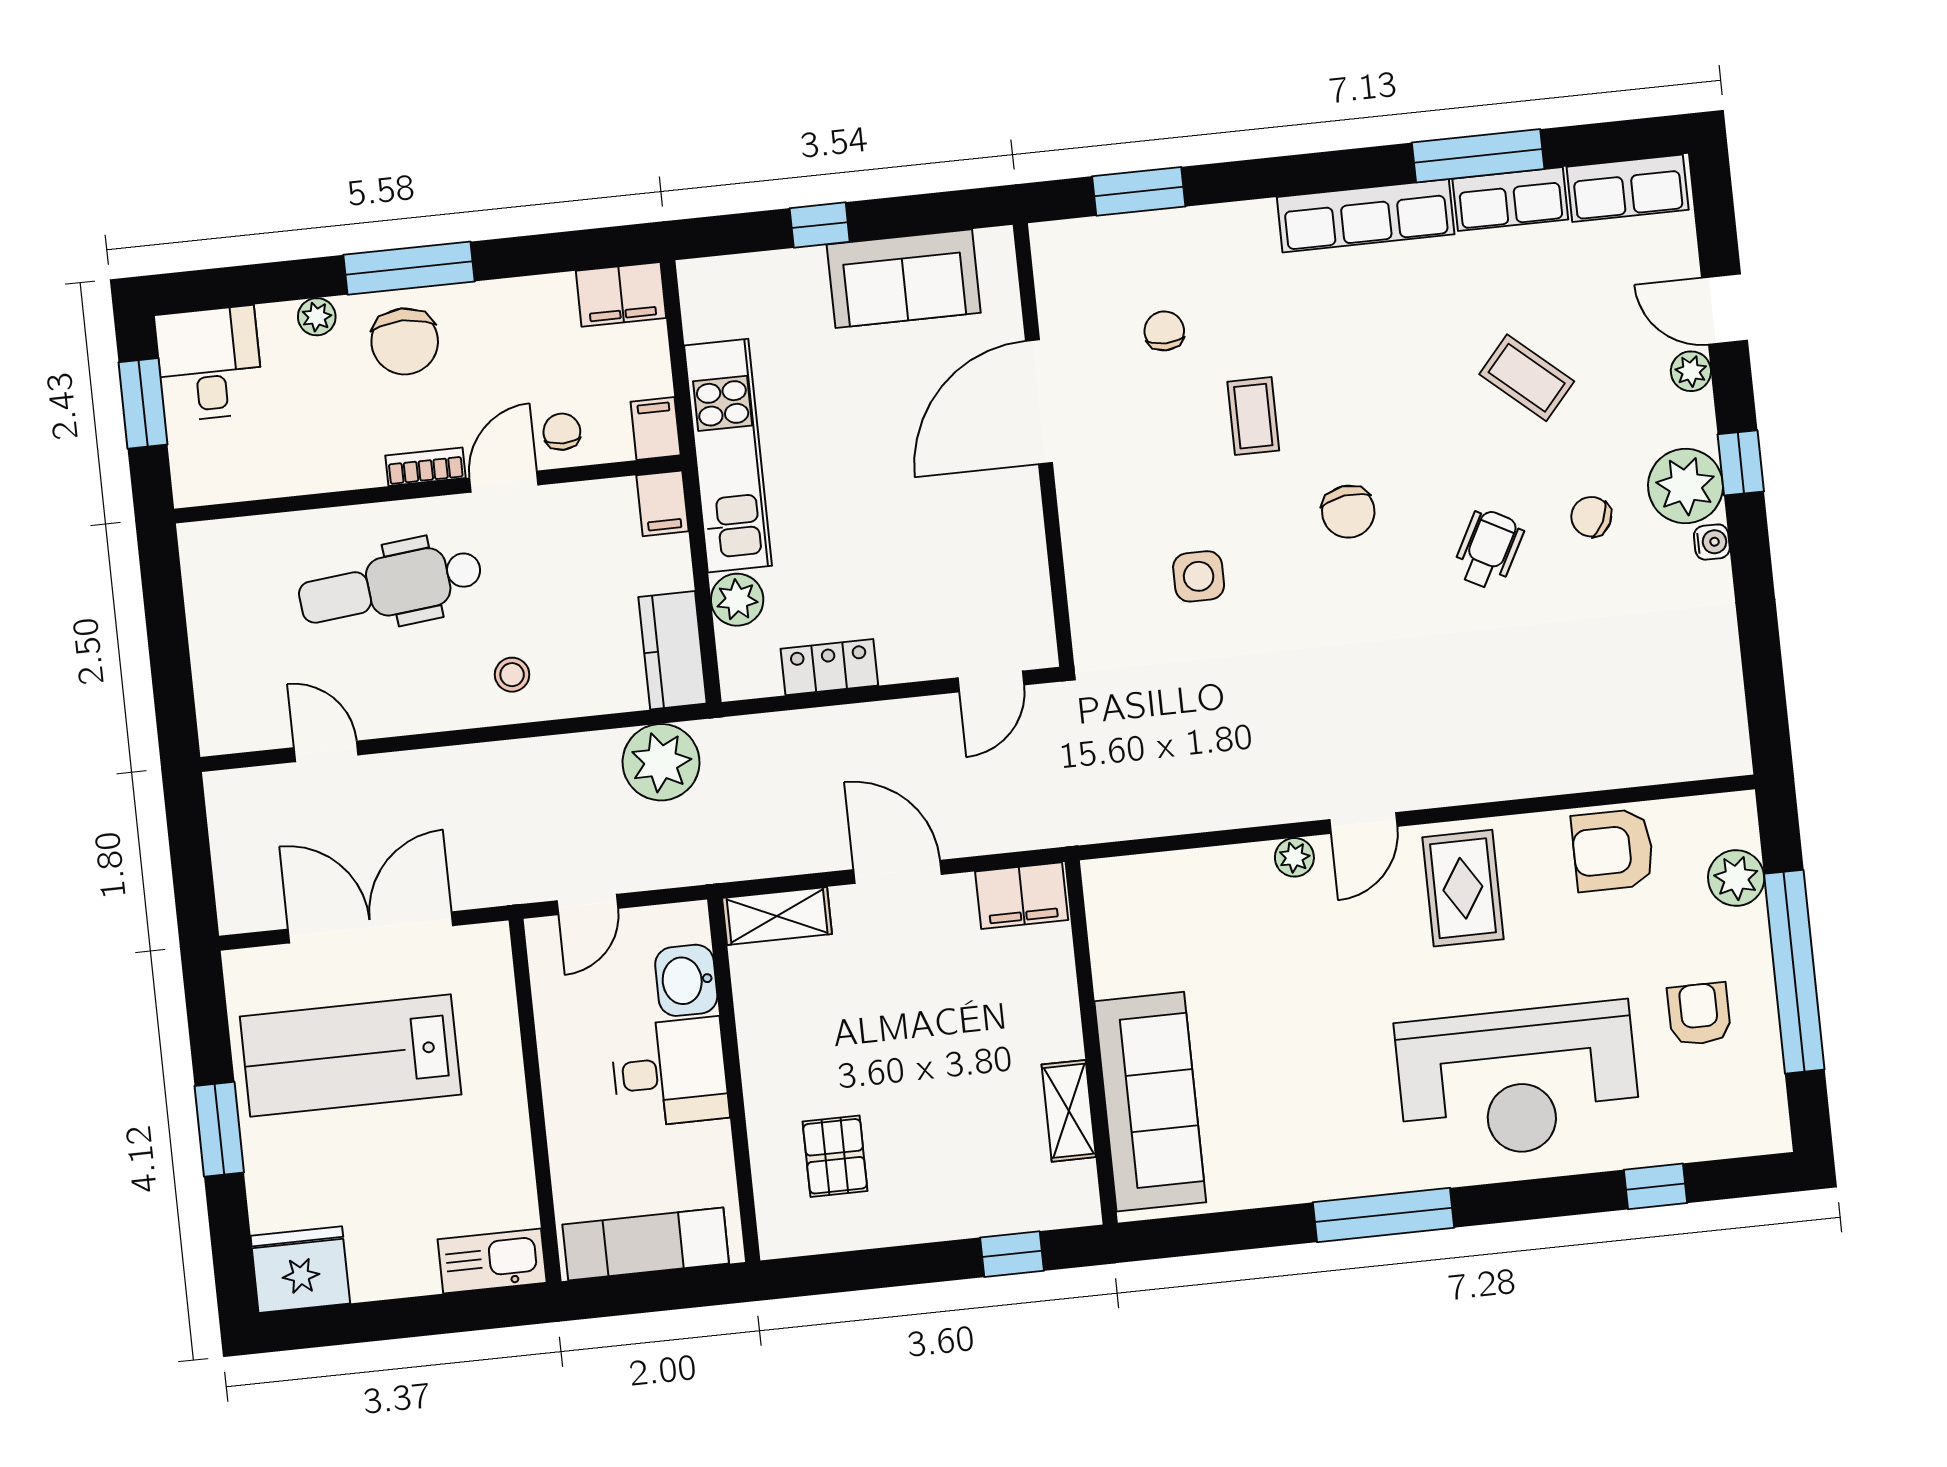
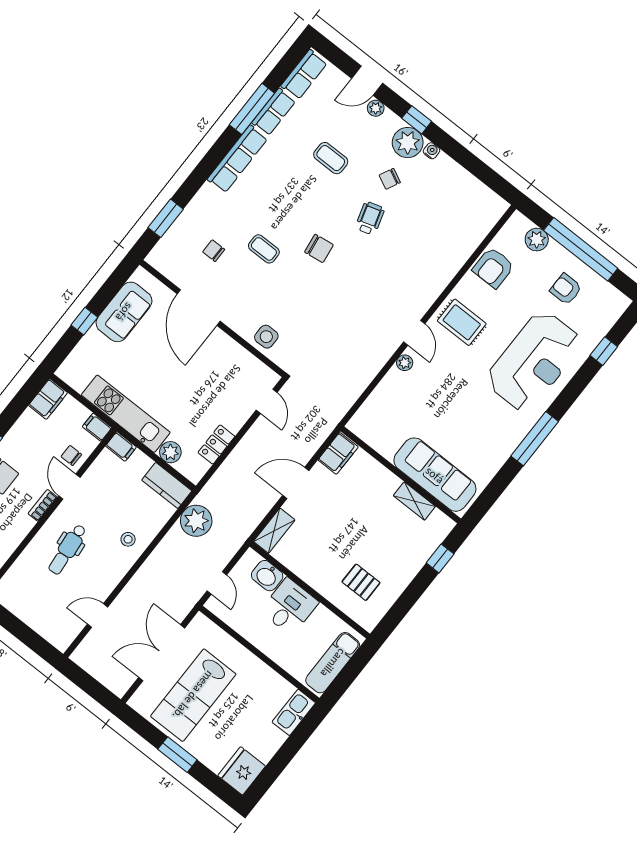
coffee table: (1527, 378) -> (331, 158), turned 49
wheelchair: (1488, 549) -> (370, 218), turned 45
side table: (1199, 576) -> (266, 337), moved
dental chair: (390, 586) -> (67, 549), width x0.73, depth x0.72

